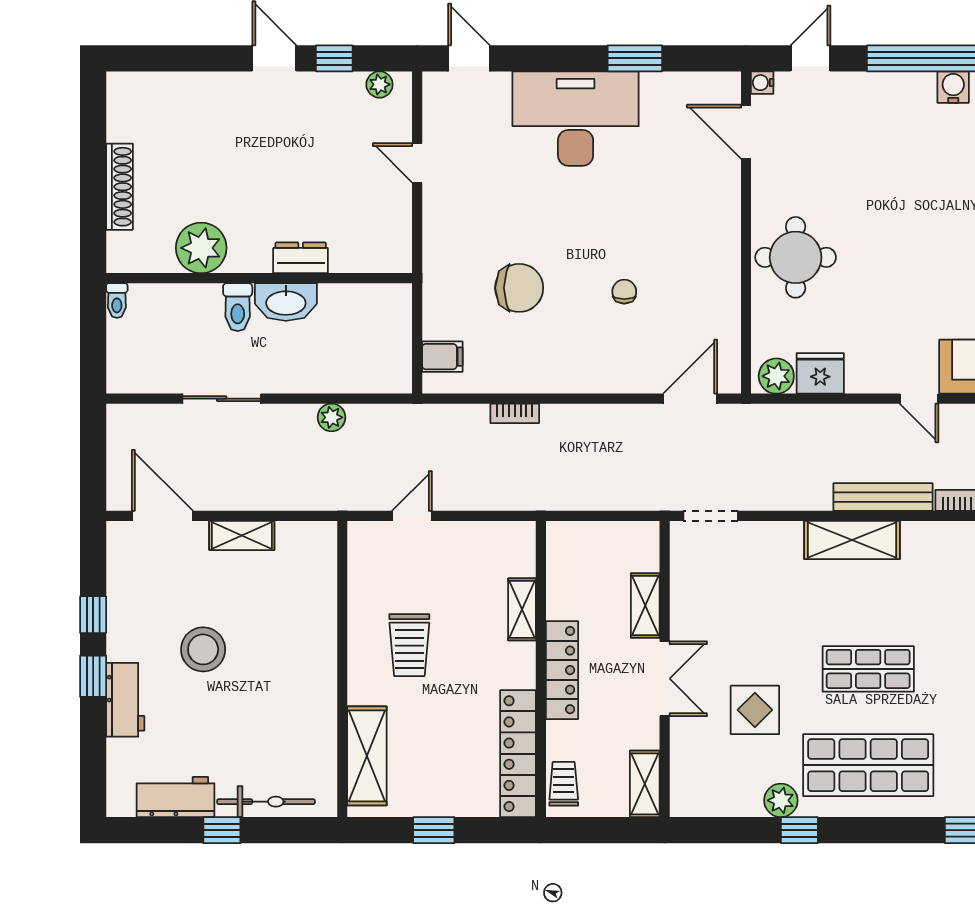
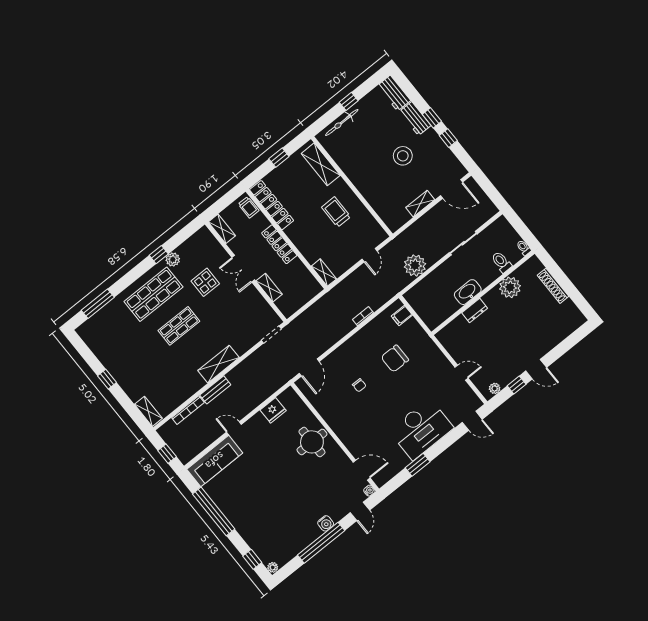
water cooler: (953, 87) -> (326, 523), moved
toilet: (238, 307) -> (501, 262), moved
plant: (776, 376) -> (287, 398), removed
plant: (331, 417) -> (415, 265), width x1.88, depth x1.88
bench: (883, 497) -> (215, 390), width x0.73
shelving: (522, 609) -> (324, 273), moved
workbench: (176, 797) -> (394, 93), moved, turned 90

